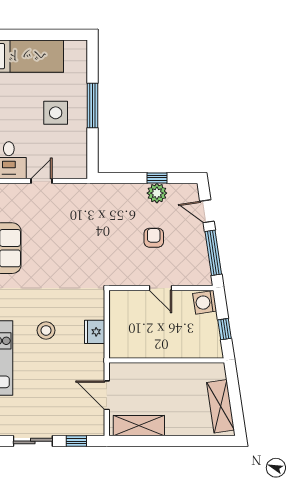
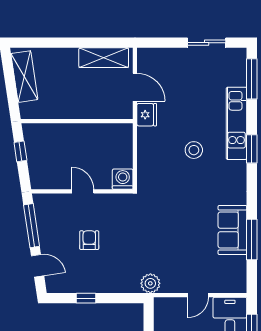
plant: (157, 193) -> (150, 283), moved
armchair: (154, 238) -> (89, 240), turned 180
washing machine: (205, 302) -> (123, 179), moved, turned -81
fridge: (95, 332) -> (147, 115), moved
window: (76, 441) -> (164, 43), removed

